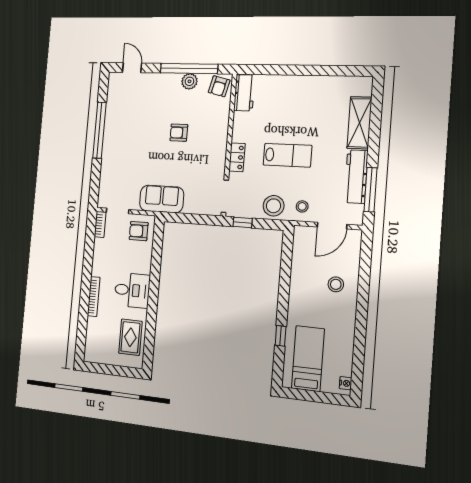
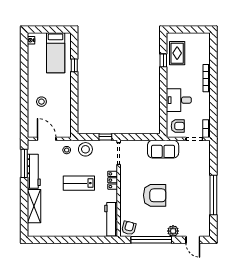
plant: (189, 81) -> (173, 231), moved
workbench: (244, 93) -> (111, 219), width x1.38
armchair: (179, 133) -> (155, 195), width x1.88, depth x1.88
door: (332, 226) -> (47, 139), hinge flipped
desk: (132, 290) -> (179, 100), moved
window: (150, 329) -> (163, 60), added

